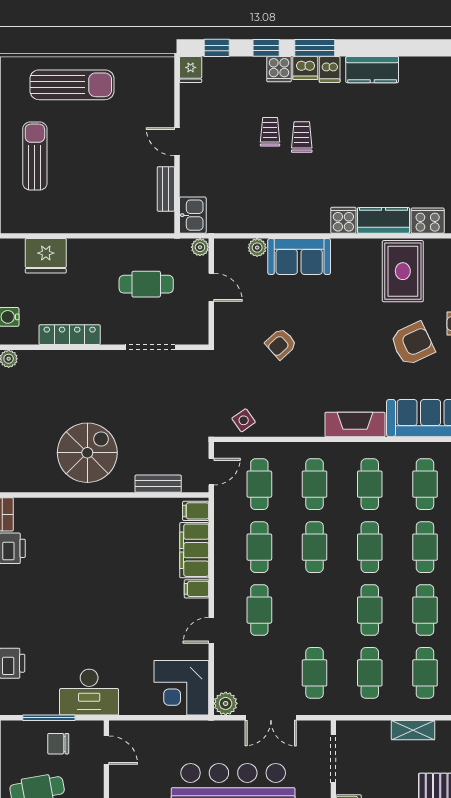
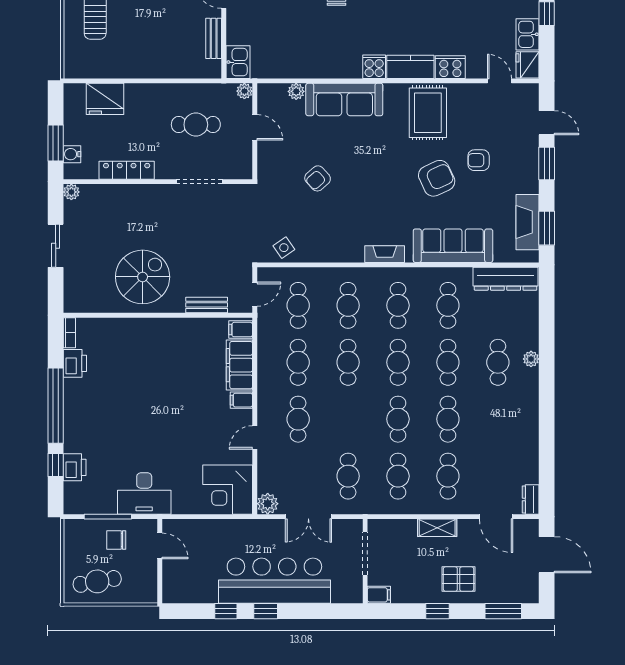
sofa: (299, 256) -> (344, 99), width x1.36
fireplace: (355, 424) -> (385, 254), width x0.73, depth x0.76

